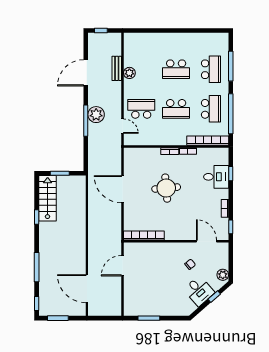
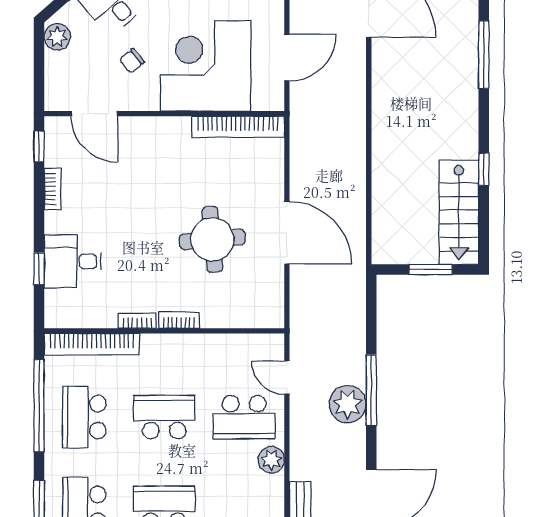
plant: (129, 73) -> (271, 460), moved
round table: (166, 188) -> (212, 239), moved
corner desk: (158, 262) -> (206, 66), added

